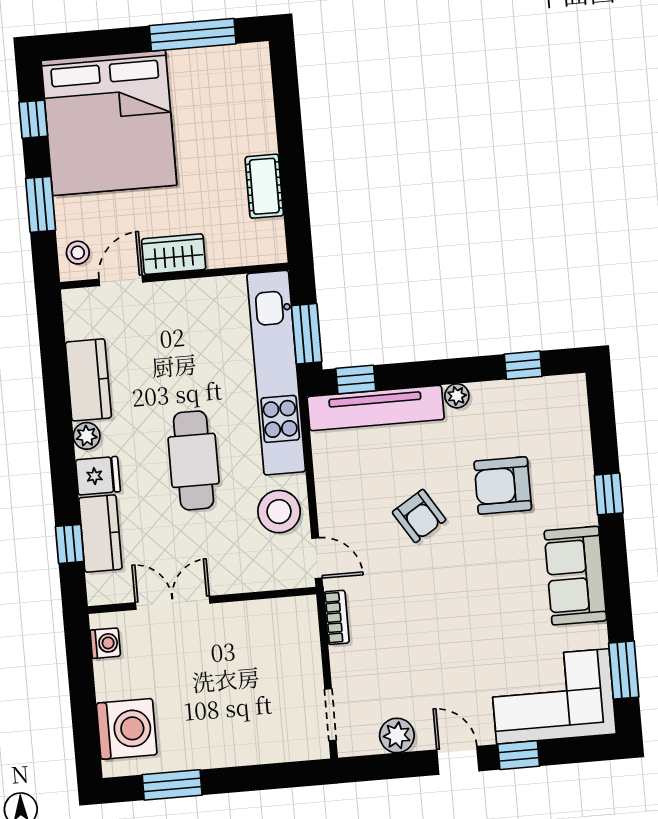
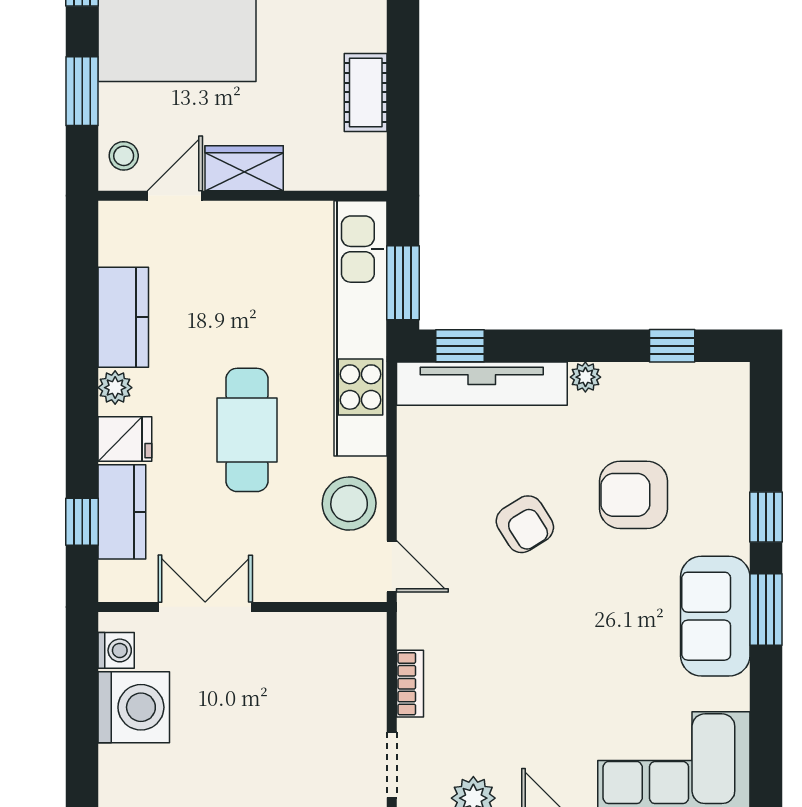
bookcase: (337, 617) -> (410, 684), moved
window: (624, 670) -> (766, 610), moved
washing machine: (127, 729) -> (134, 707), moved

